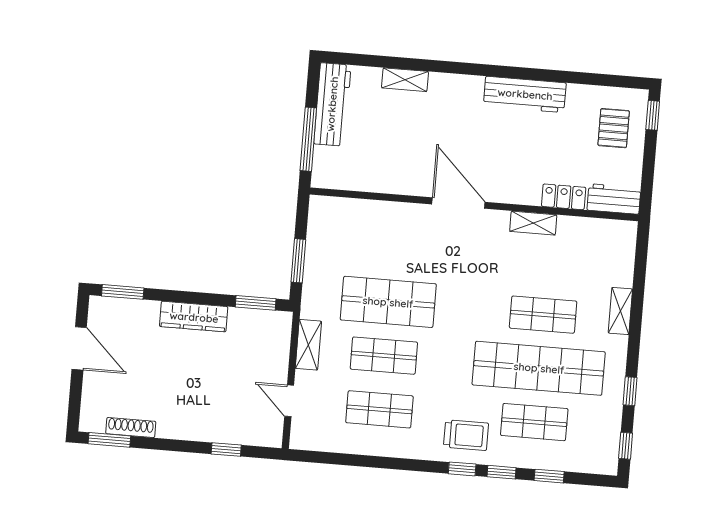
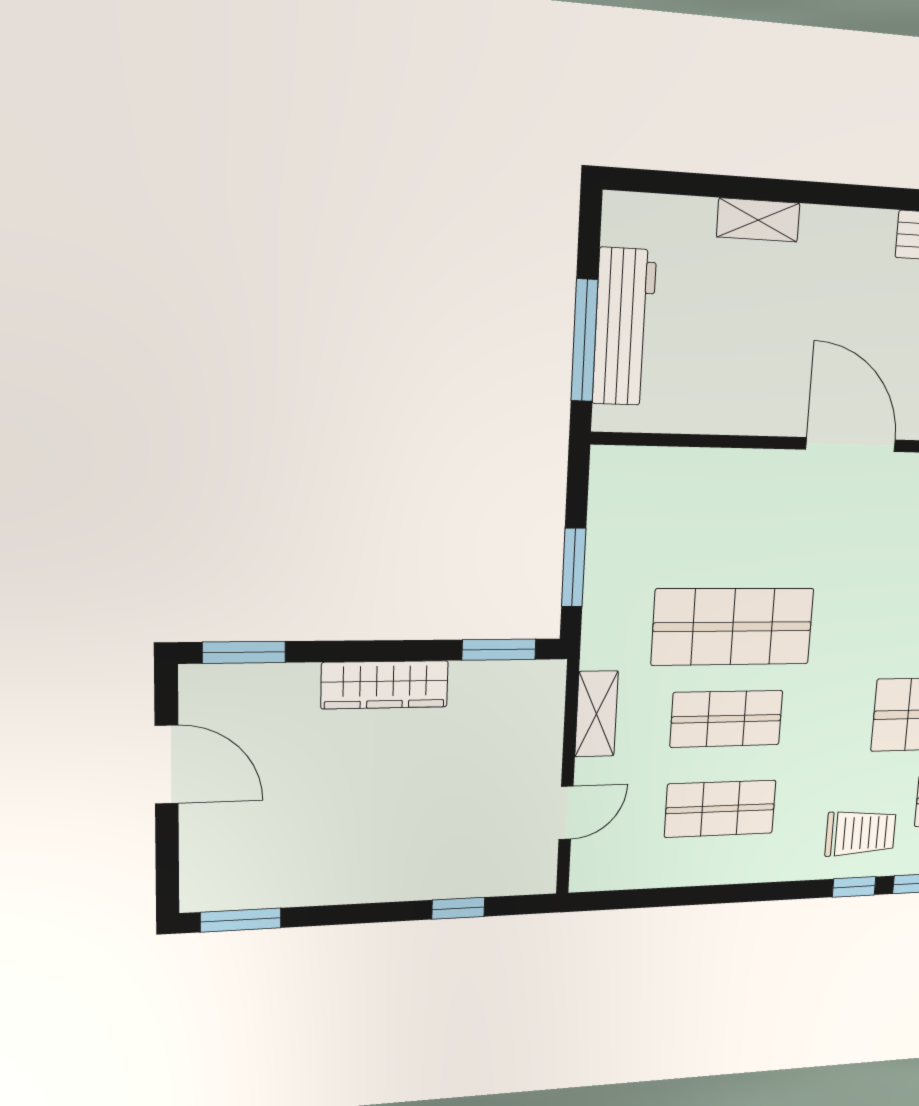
workbench: (332, 104) -> (624, 327), moved
door: (289, 401) -> (566, 813), swing flipped
shoe rack: (131, 427) -> (280, 893), removed

